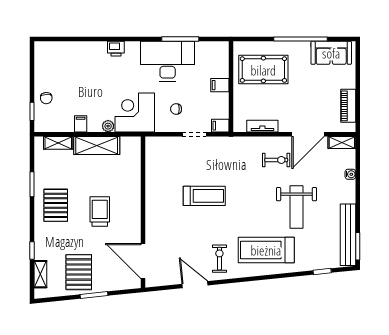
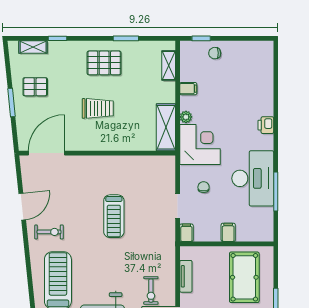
shelving: (97, 145) -> (166, 127), moved
pallet: (79, 272) -> (35, 87), width x0.67, depth x0.71

